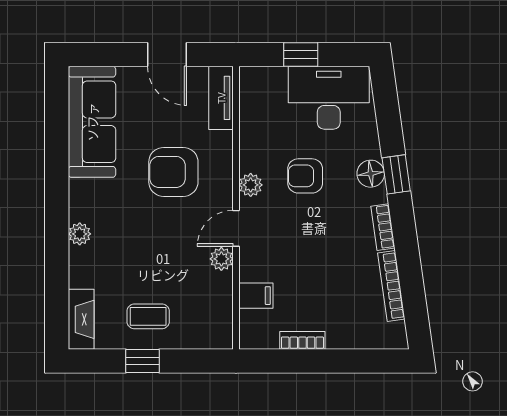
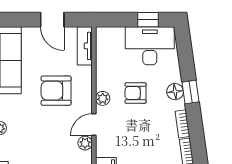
window: (301, 54) -> (148, 20), moved

